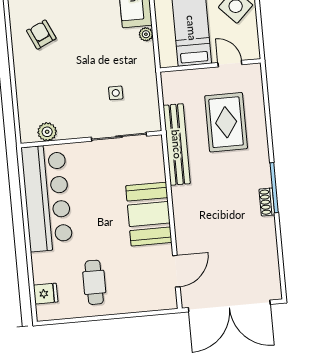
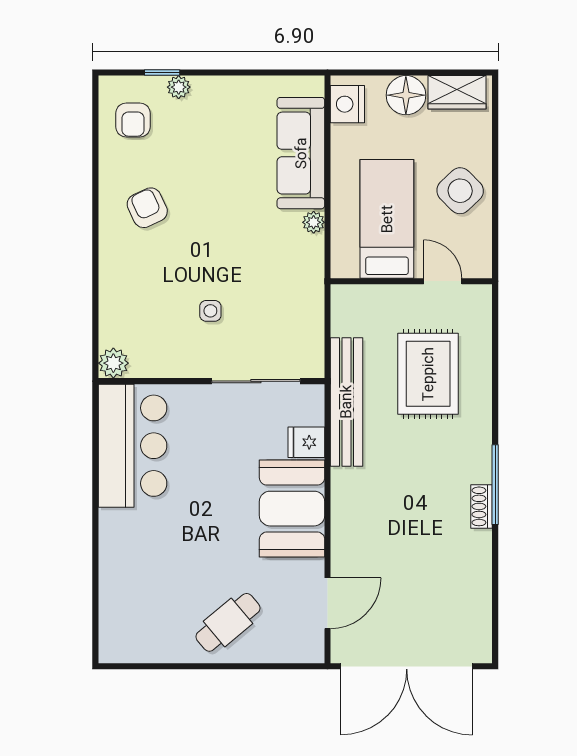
side table: (116, 93) -> (210, 311), moved
plant: (47, 132) -> (113, 363), moved
bar counter: (47, 198) -> (132, 446), width x0.73
cafe table: (94, 282) -> (228, 622), moved, turned 50
fridge: (46, 294) -> (306, 442), moved, turned 180

